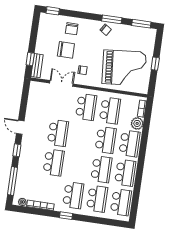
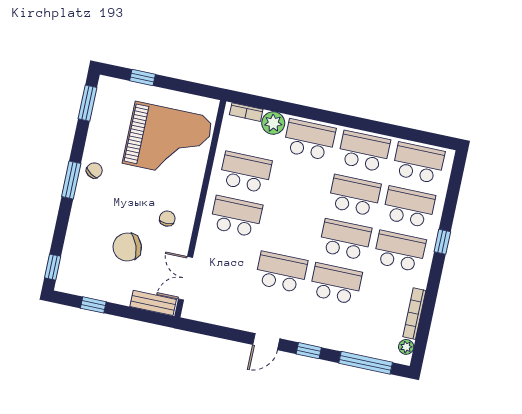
window: (112, 19) -> (71, 180), moved
chair: (72, 29) -> (88, 234), removed
chair: (66, 50) -> (127, 247), turned -110
window: (30, 59) -> (93, 305), moved
window: (155, 64) -> (143, 78), moved
grand piano: (124, 68) -> (168, 140), turned 95
double door: (61, 83) -> (185, 278), moved
school desk: (106, 140) -> (345, 240), moved
window: (66, 216) -> (442, 242), moved

